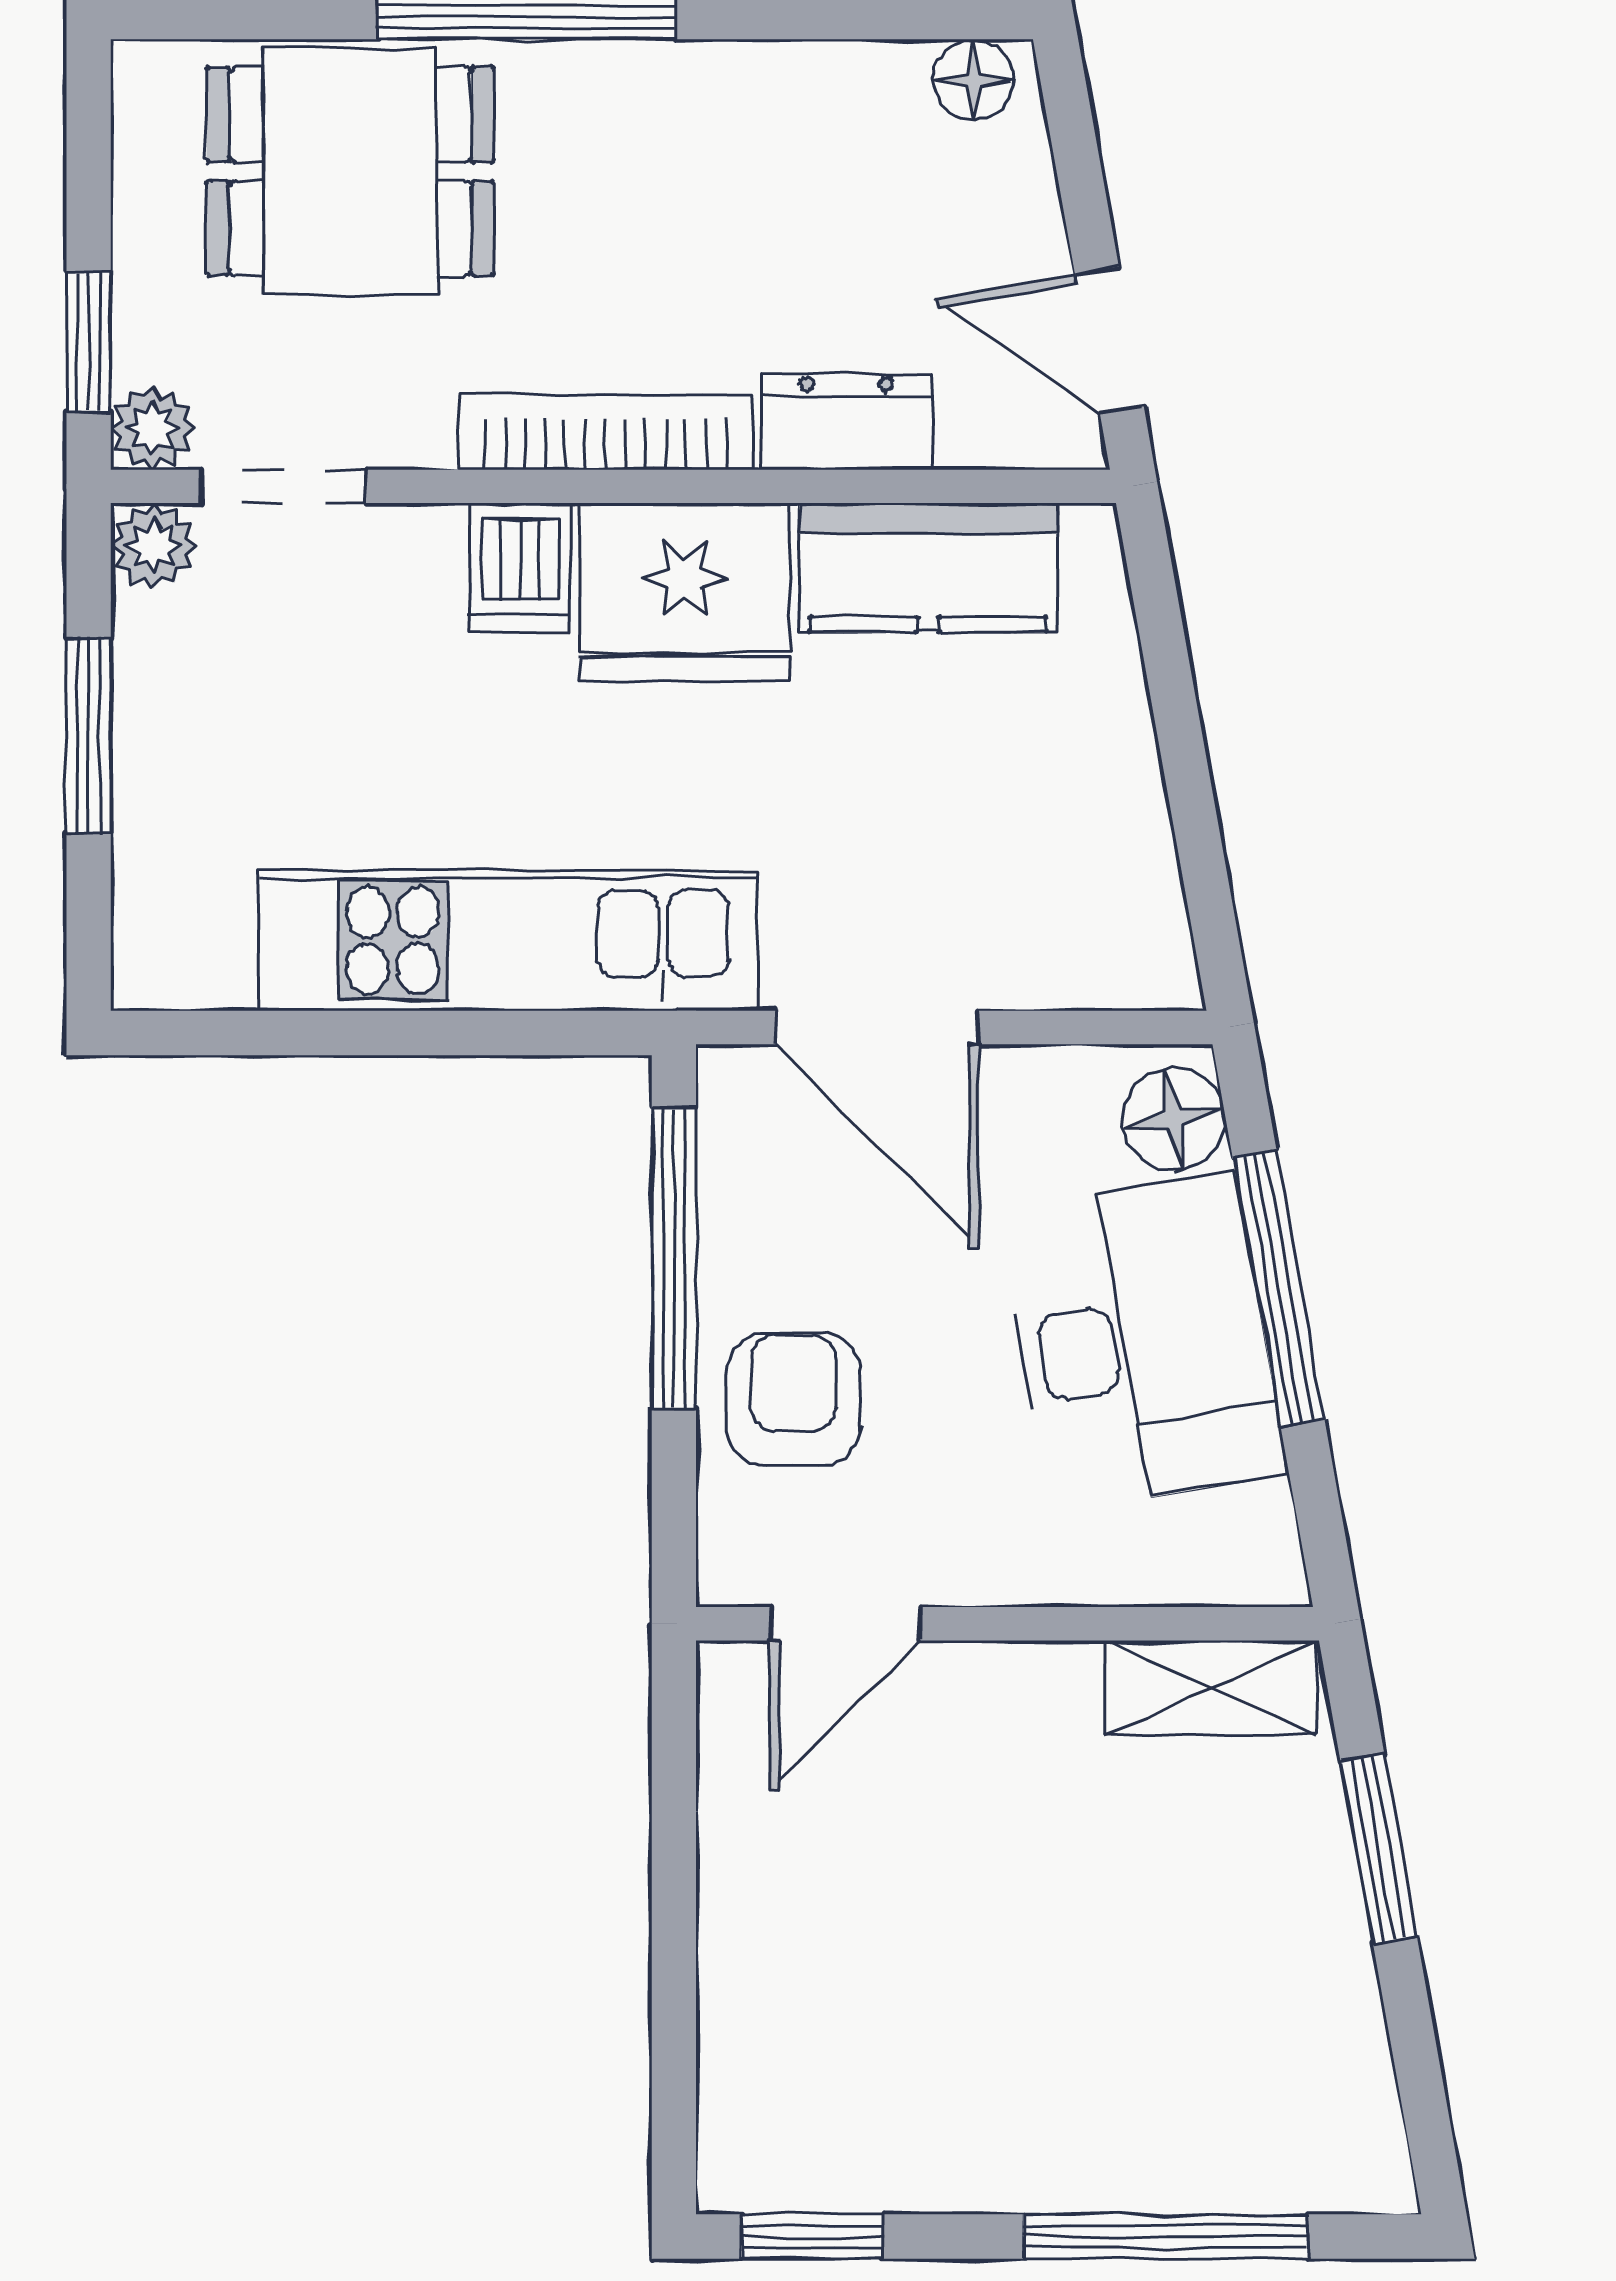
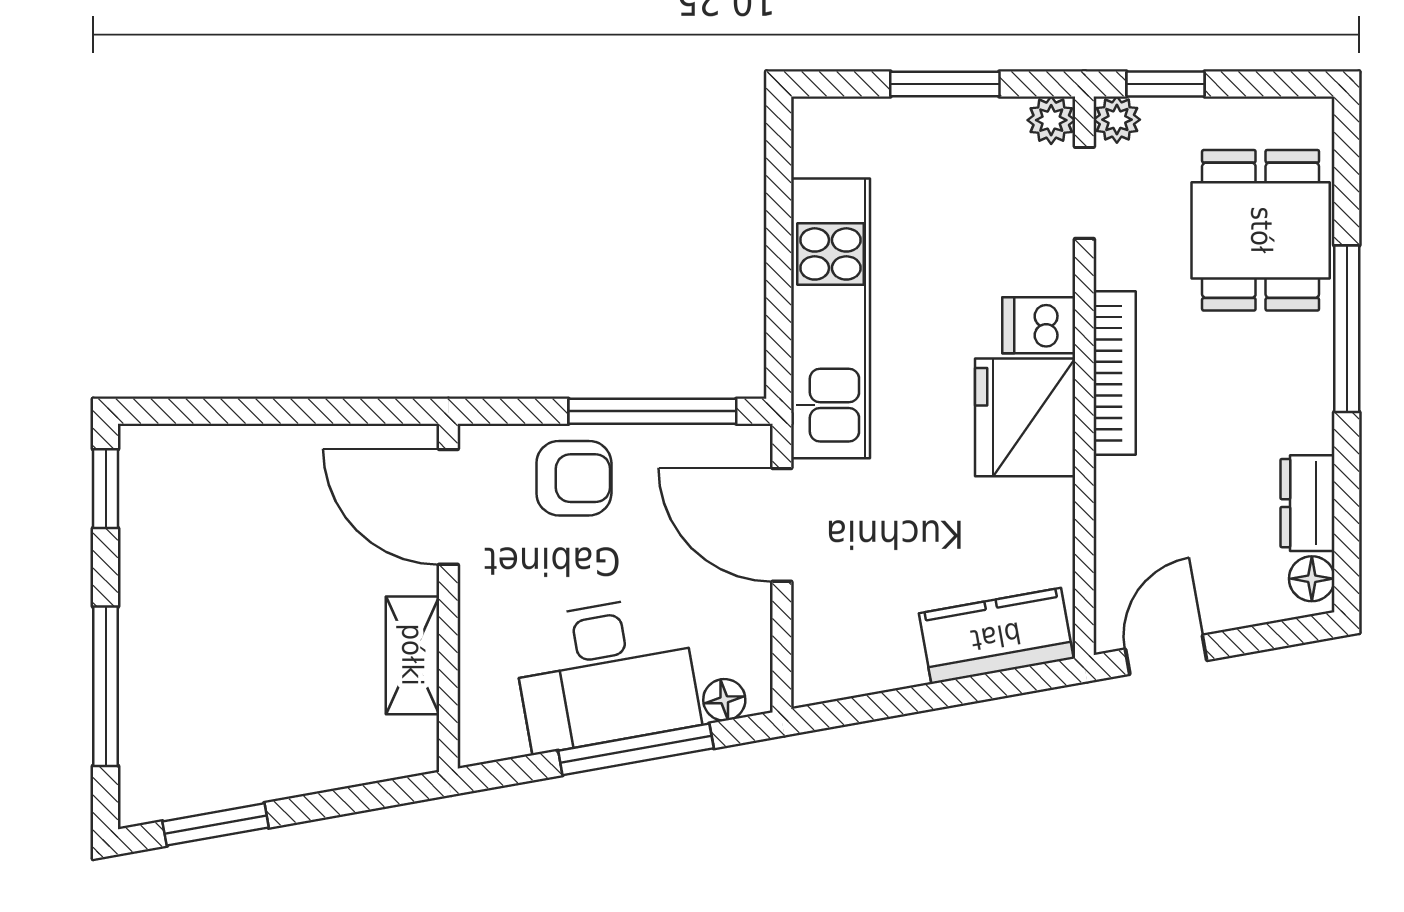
dresser: (846, 422) -> (1307, 503), moved, turned 180
kitchen counter: (928, 567) -> (996, 636), moved, turned 80
door: (877, 1027) -> (782, 525), hinge flipped
floor lamp: (1174, 1119) -> (724, 700), width x0.73, depth x0.73
door: (845, 1624) -> (448, 507), width x1.38
shelving: (1211, 1688) -> (412, 655), moved
window: (1379, 1849) -> (216, 824), moved

